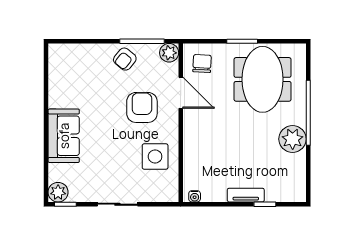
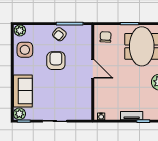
plant: (169, 53) -> (20, 30), moved
door: (181, 93) -> (93, 69), moved
armchair: (142, 107) -> (56, 61), moved
sofa: (64, 136) -> (23, 91), moved
side table: (155, 156) -> (25, 50), moved

